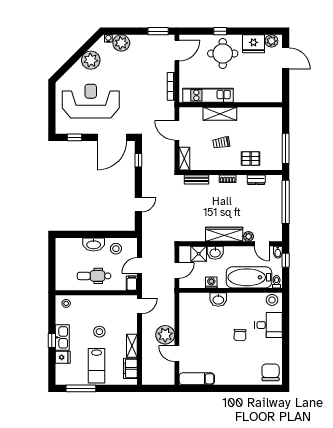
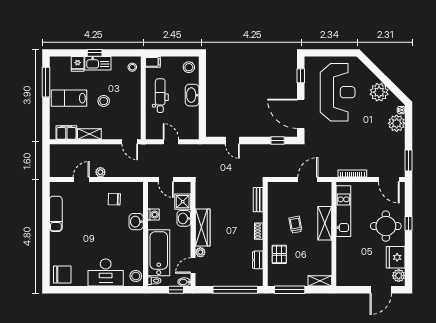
shelving: (184, 159) -> (320, 281), moved
stool: (116, 249) -> (189, 67), moved
filing cabinet: (132, 283) -> (153, 62), moved
desk: (268, 325) -> (106, 272), width x1.37
plant: (165, 335) -> (100, 172), width x0.53, depth x0.53
chair: (240, 335) -> (114, 199), moved
exam couch: (197, 379) -> (56, 214), moved

